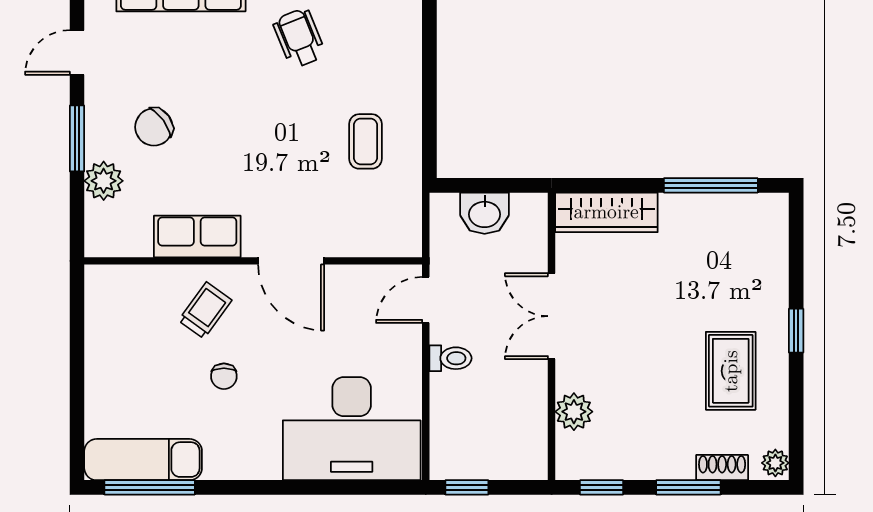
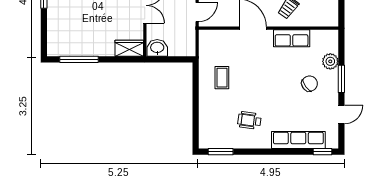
wheelchair: (299, 38) -> (249, 120), turned 120
wardrobe: (606, 212) -> (129, 48), width x0.67
washbasin: (485, 213) -> (157, 48), moved

